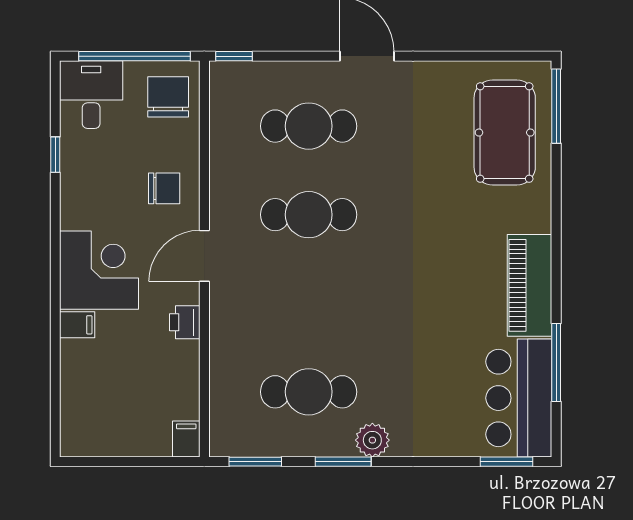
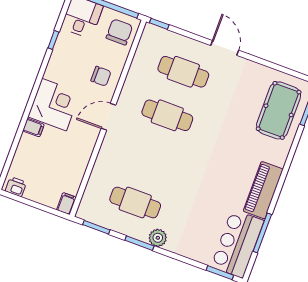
printer: (185, 322) -> (16, 187), moved, turned 90

